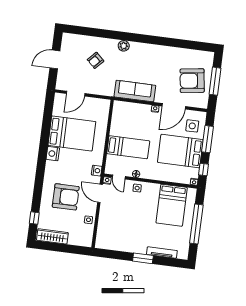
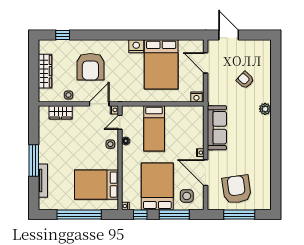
door: (55, 59) -> (229, 35), moved
nightstand: (97, 171) -> (196, 97), moved
wardrobe: (103, 229) -> (61, 112), added
wardrobe: (52, 236) -> (45, 71), moved
window: (143, 258) -> (34, 161), width x1.44

